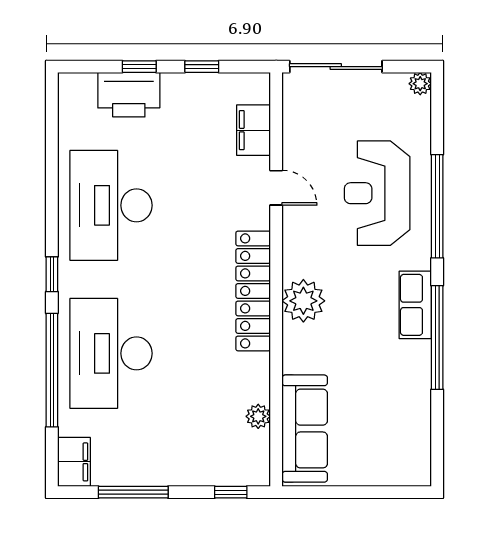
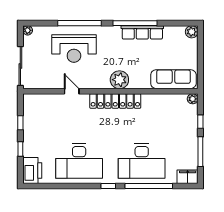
printer: (129, 95) -> (32, 171), moved
filing cabinet: (254, 130) -> (47, 101), removed
door: (276, 188) -> (72, 91), hinge flipped
row of seats: (415, 305) -> (142, 32), moved, width x1.48
plant: (258, 416) -> (193, 99), moved
plant: (417, 472) -> (192, 32), added
window: (231, 492) -> (200, 122), moved

